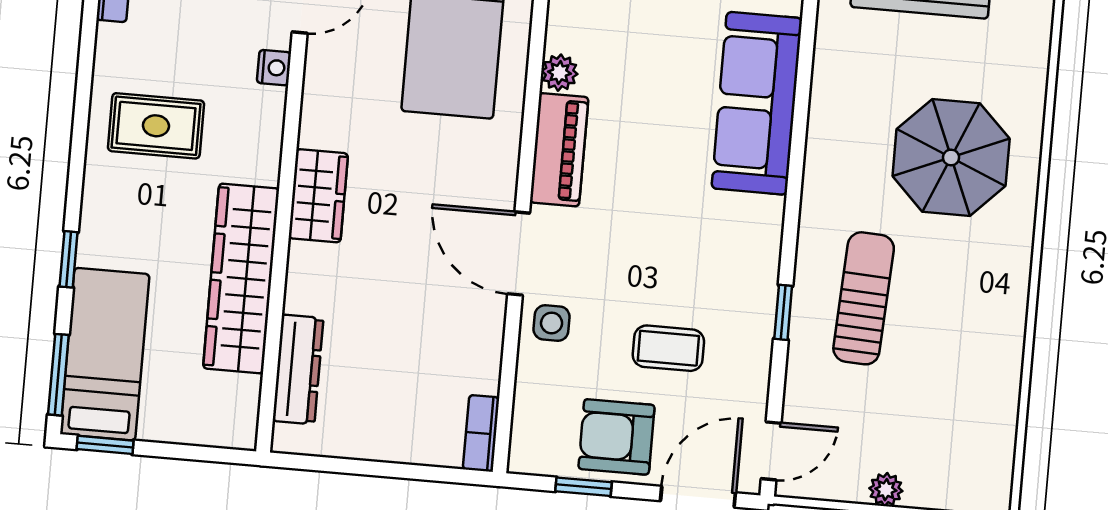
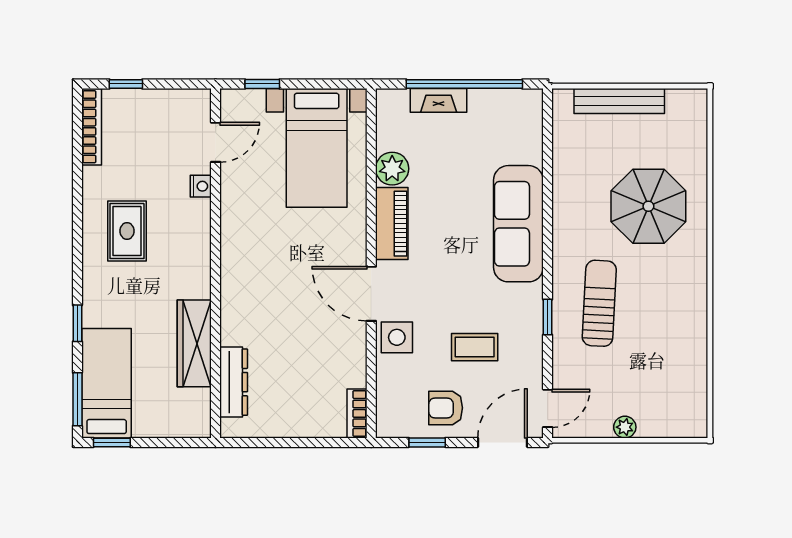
plant: (560, 73) -> (392, 169), width x1.38, depth x1.38
sofa: (757, 103) -> (518, 224), moved
rug: (156, 126) -> (127, 231), turned 90
wardrobe: (318, 196) -> (237, 267), removed
wardrobe: (241, 278) -> (194, 343), width x0.71, depth x0.85
side table: (552, 323) -> (397, 337), width x1.37, depth x1.37
armchair: (616, 437) -> (446, 408), width x0.72, depth x0.72

